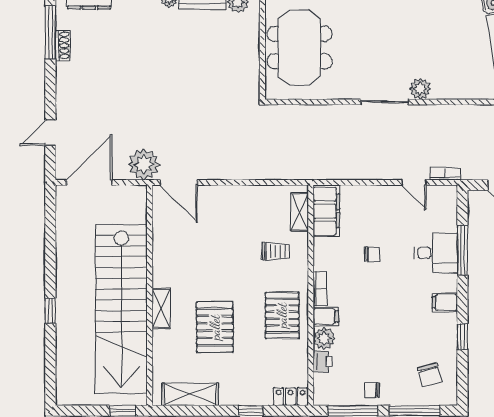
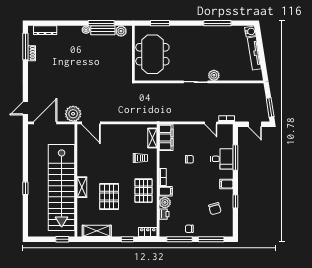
door: (50, 133) -> (25, 108), moved
chair: (430, 375) -> (215, 209), moved

